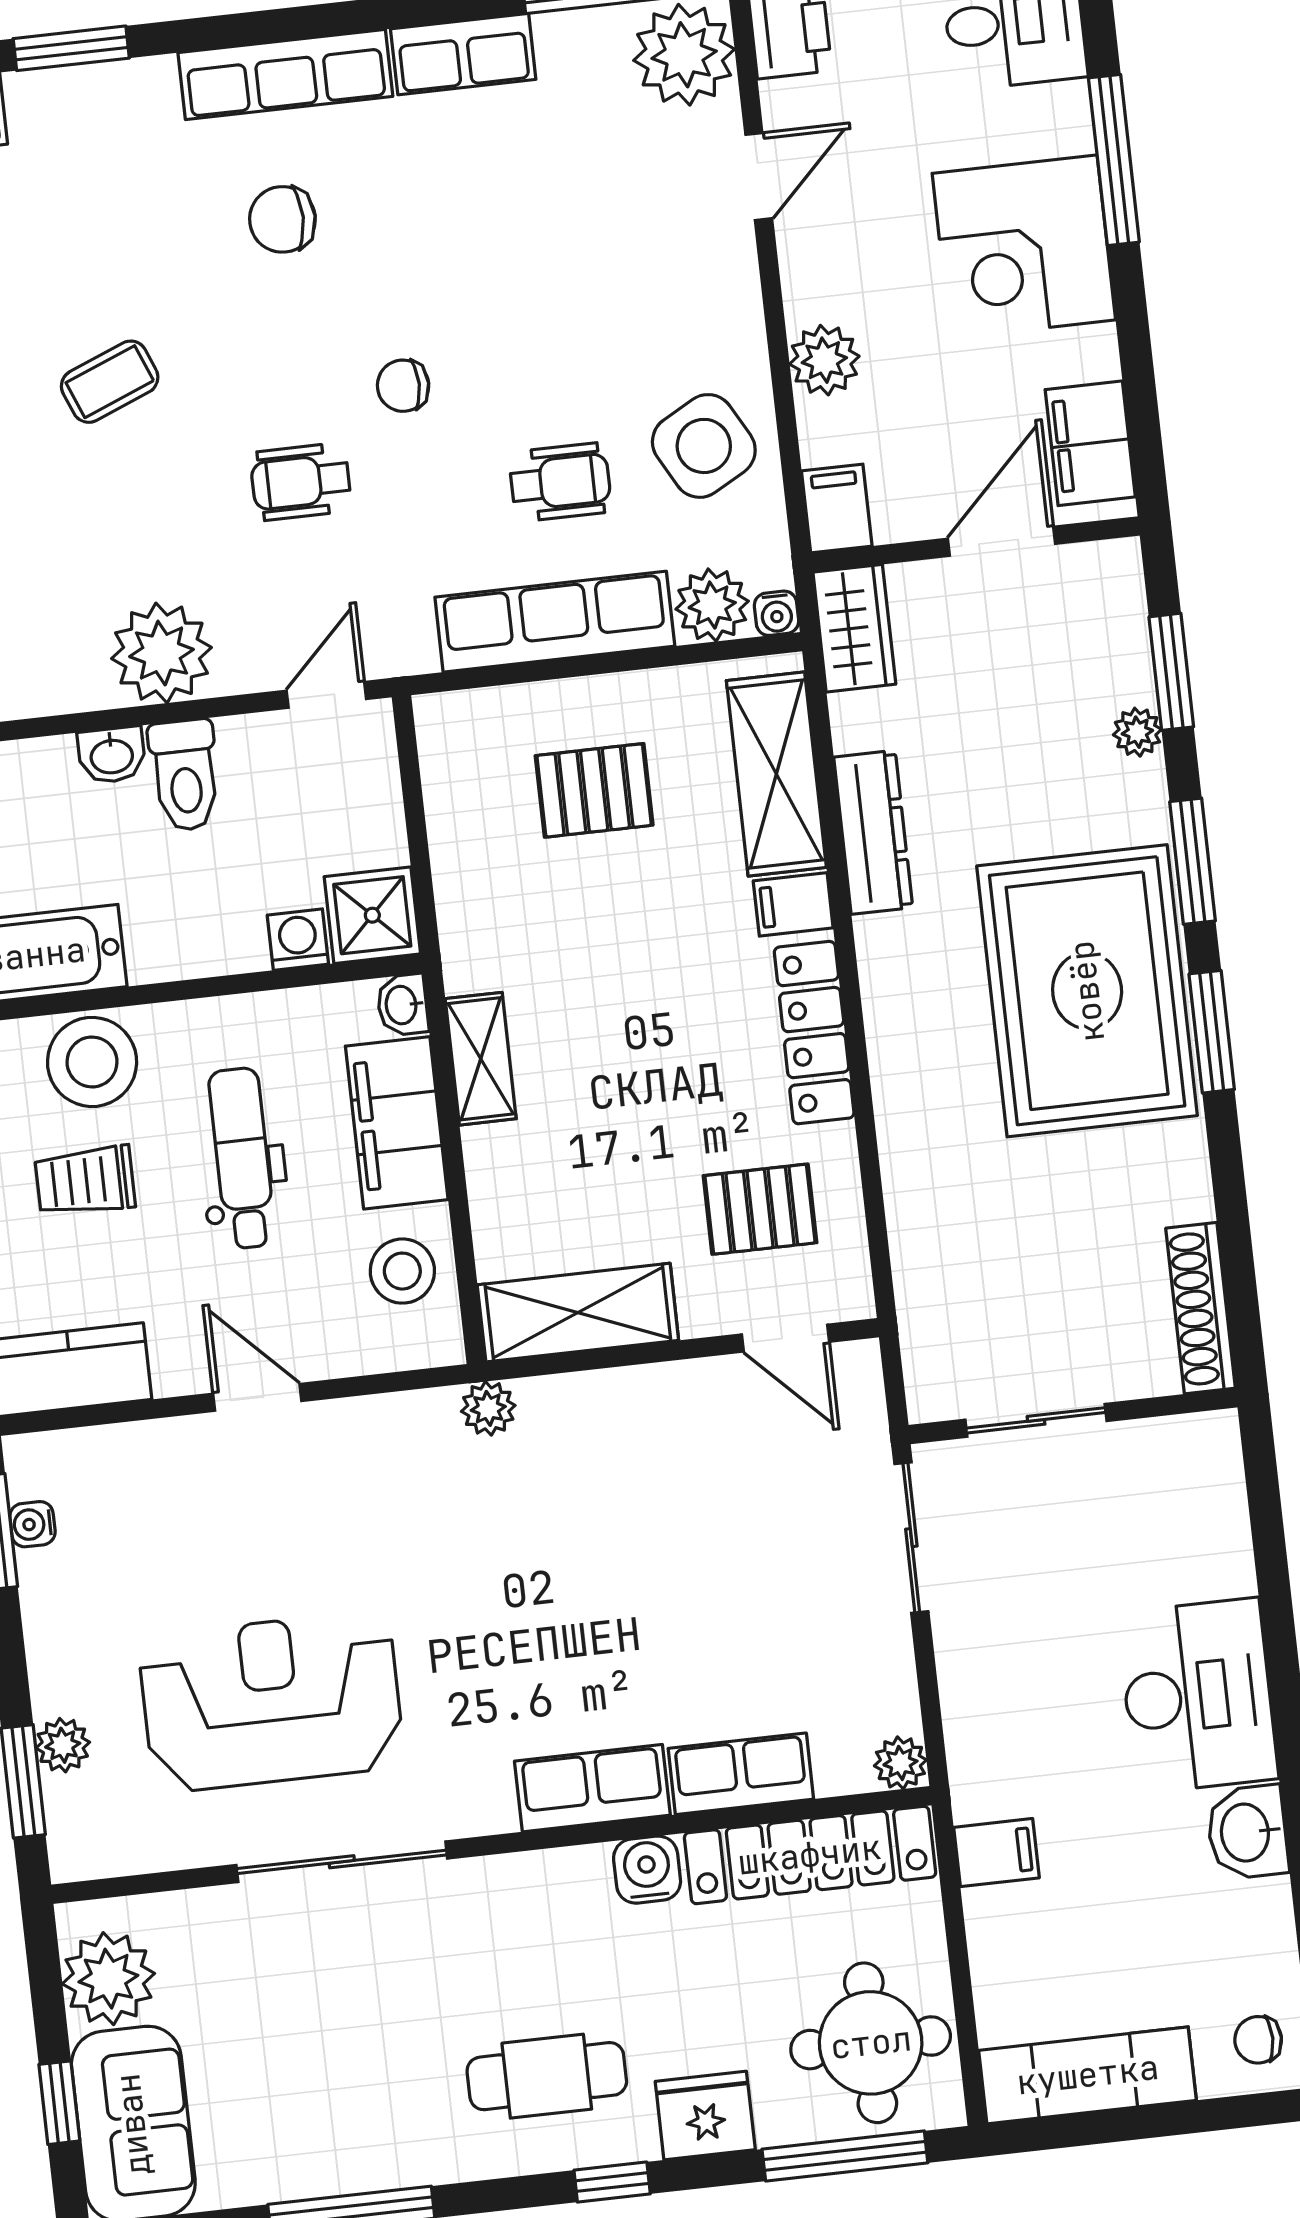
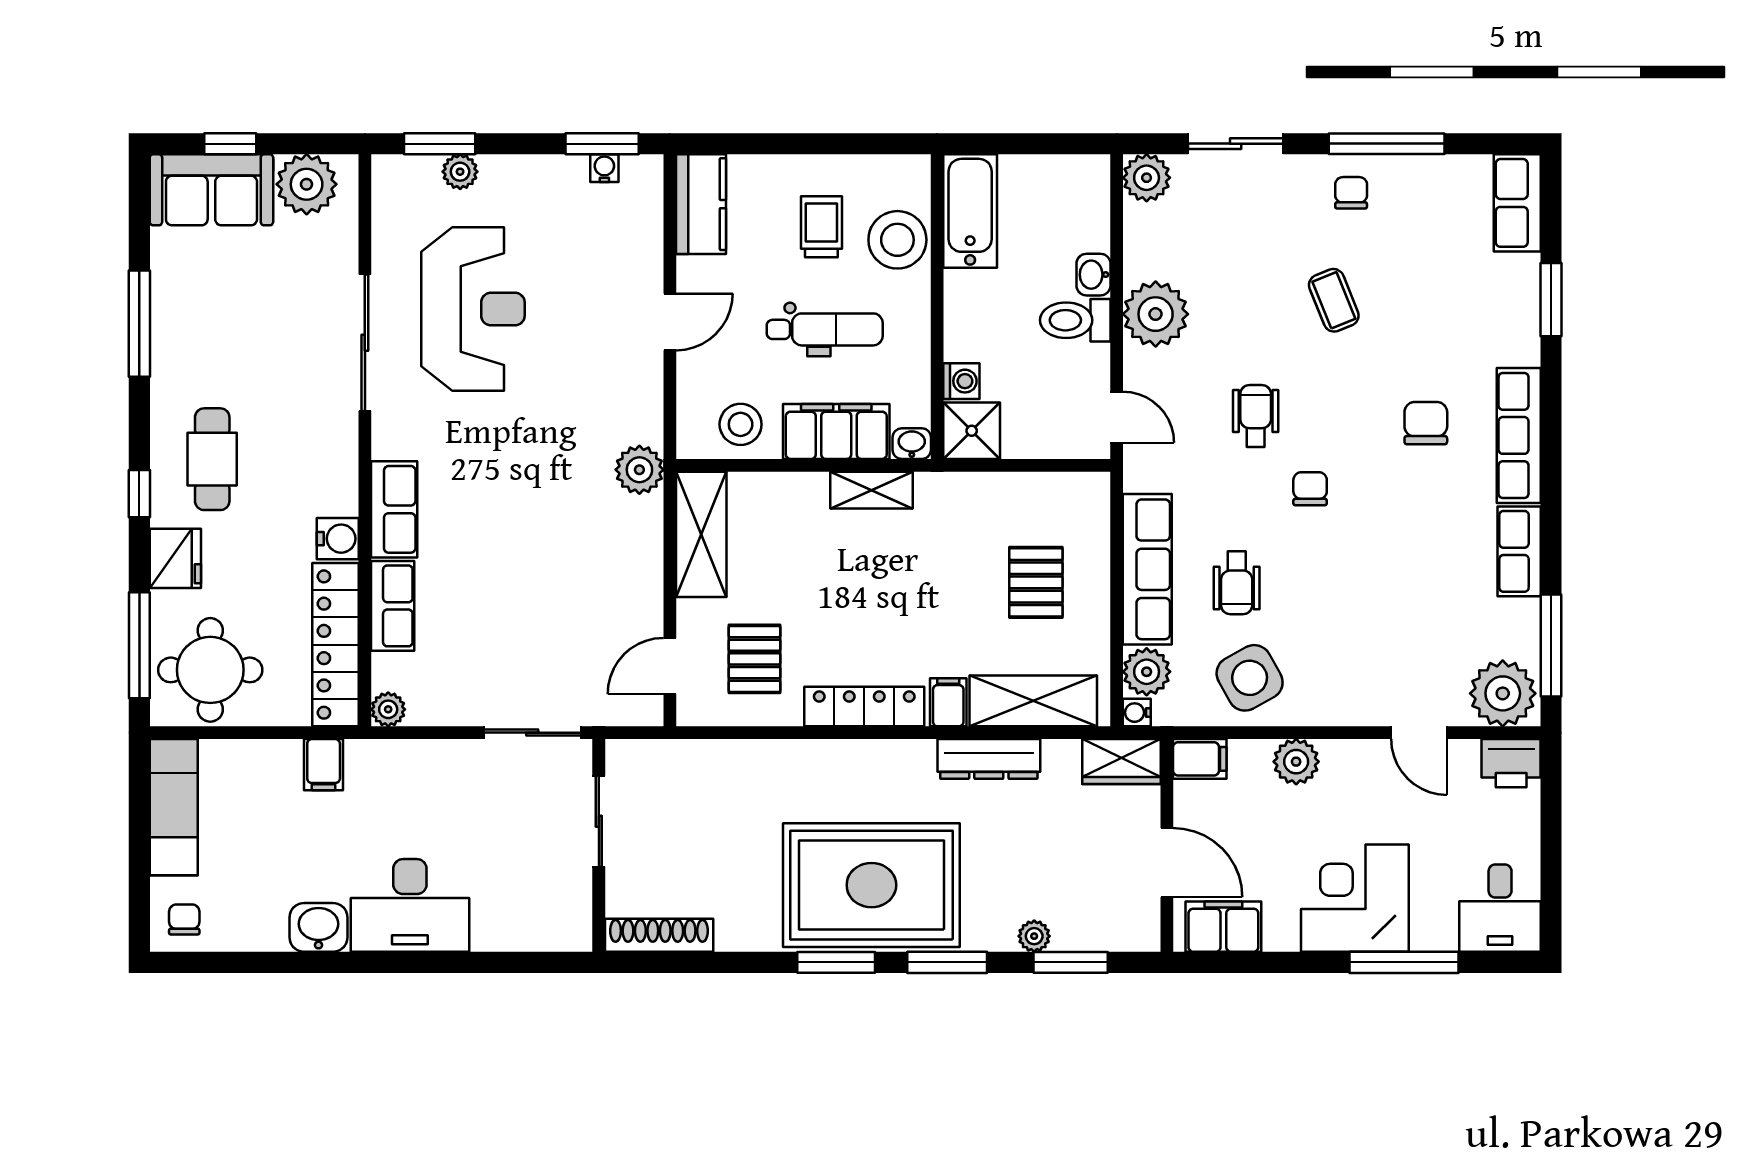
plant: (488, 1408) -> (639, 470), width x1.38, depth x1.38

